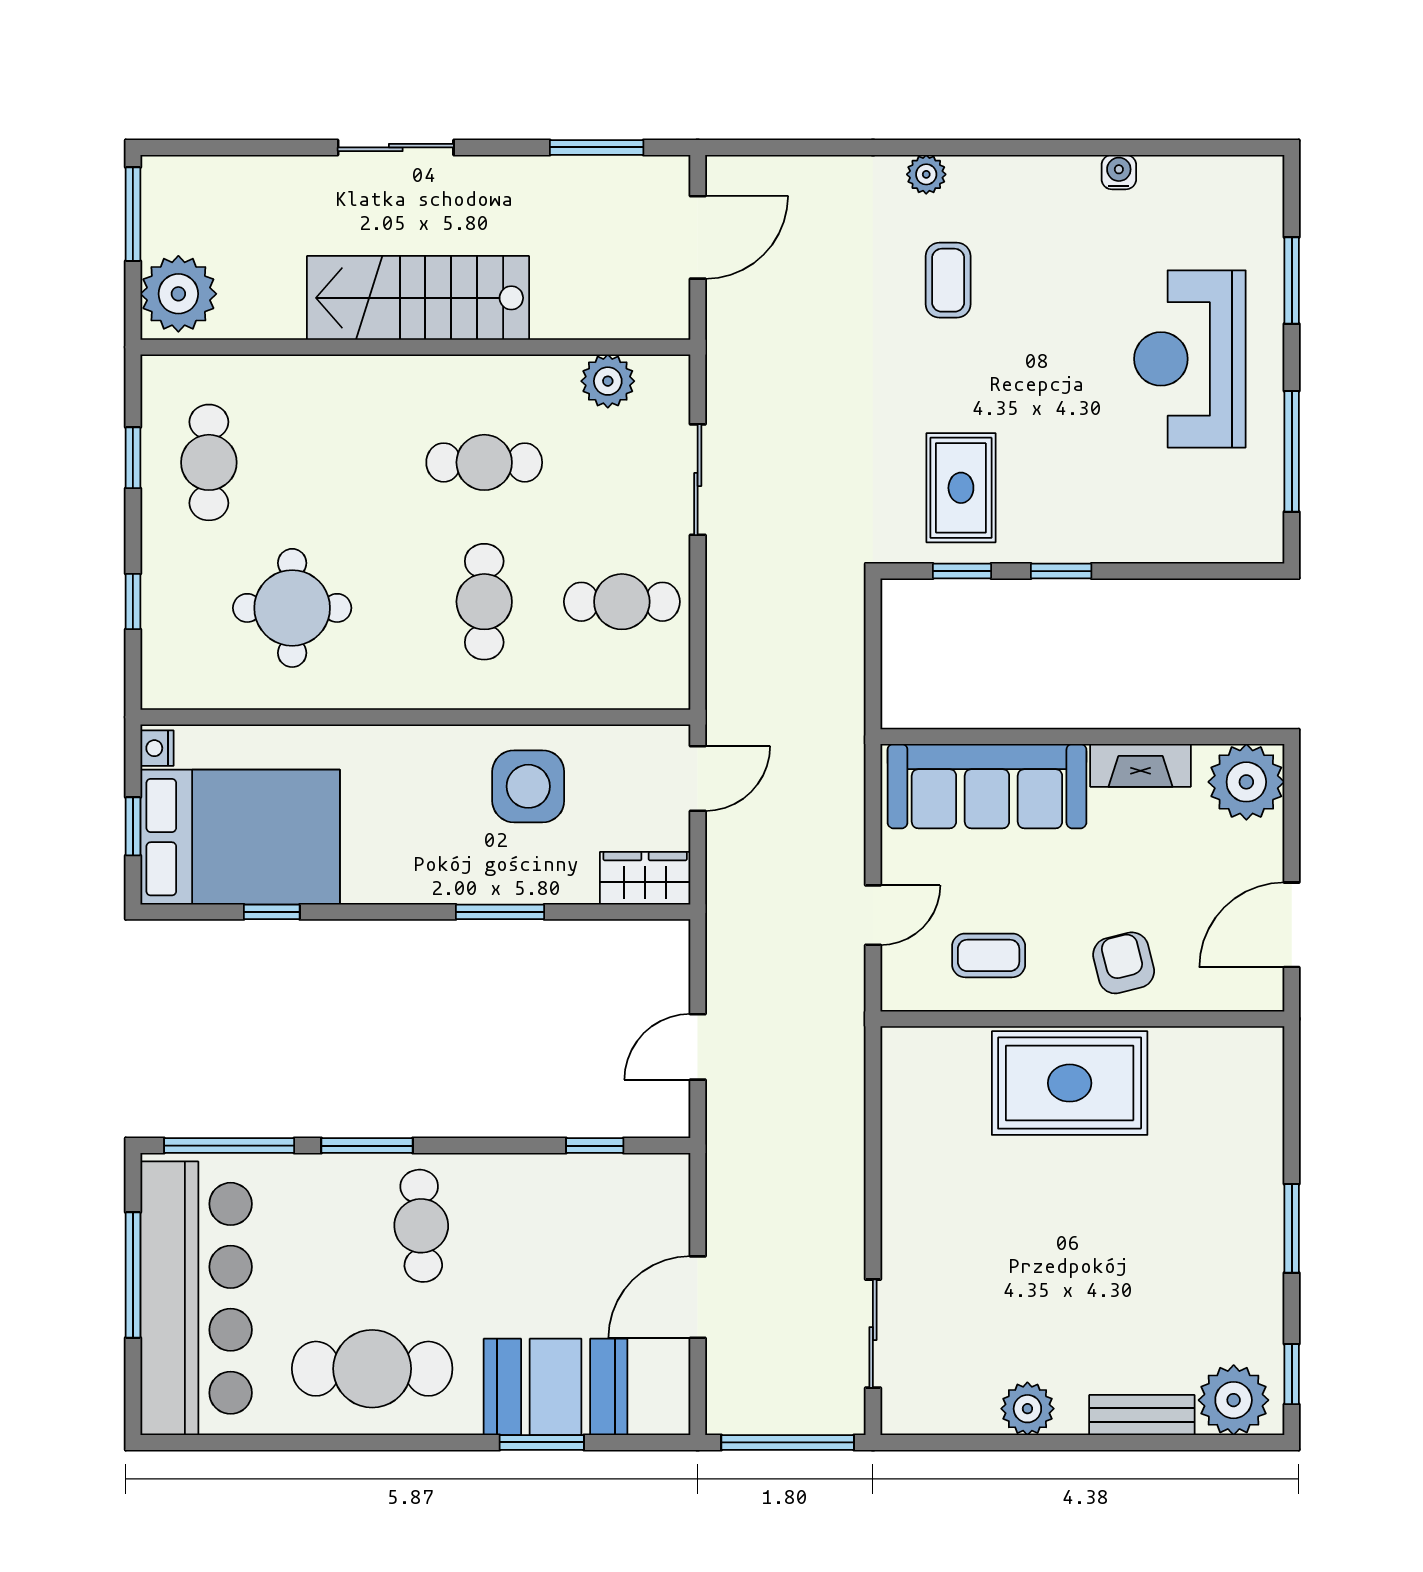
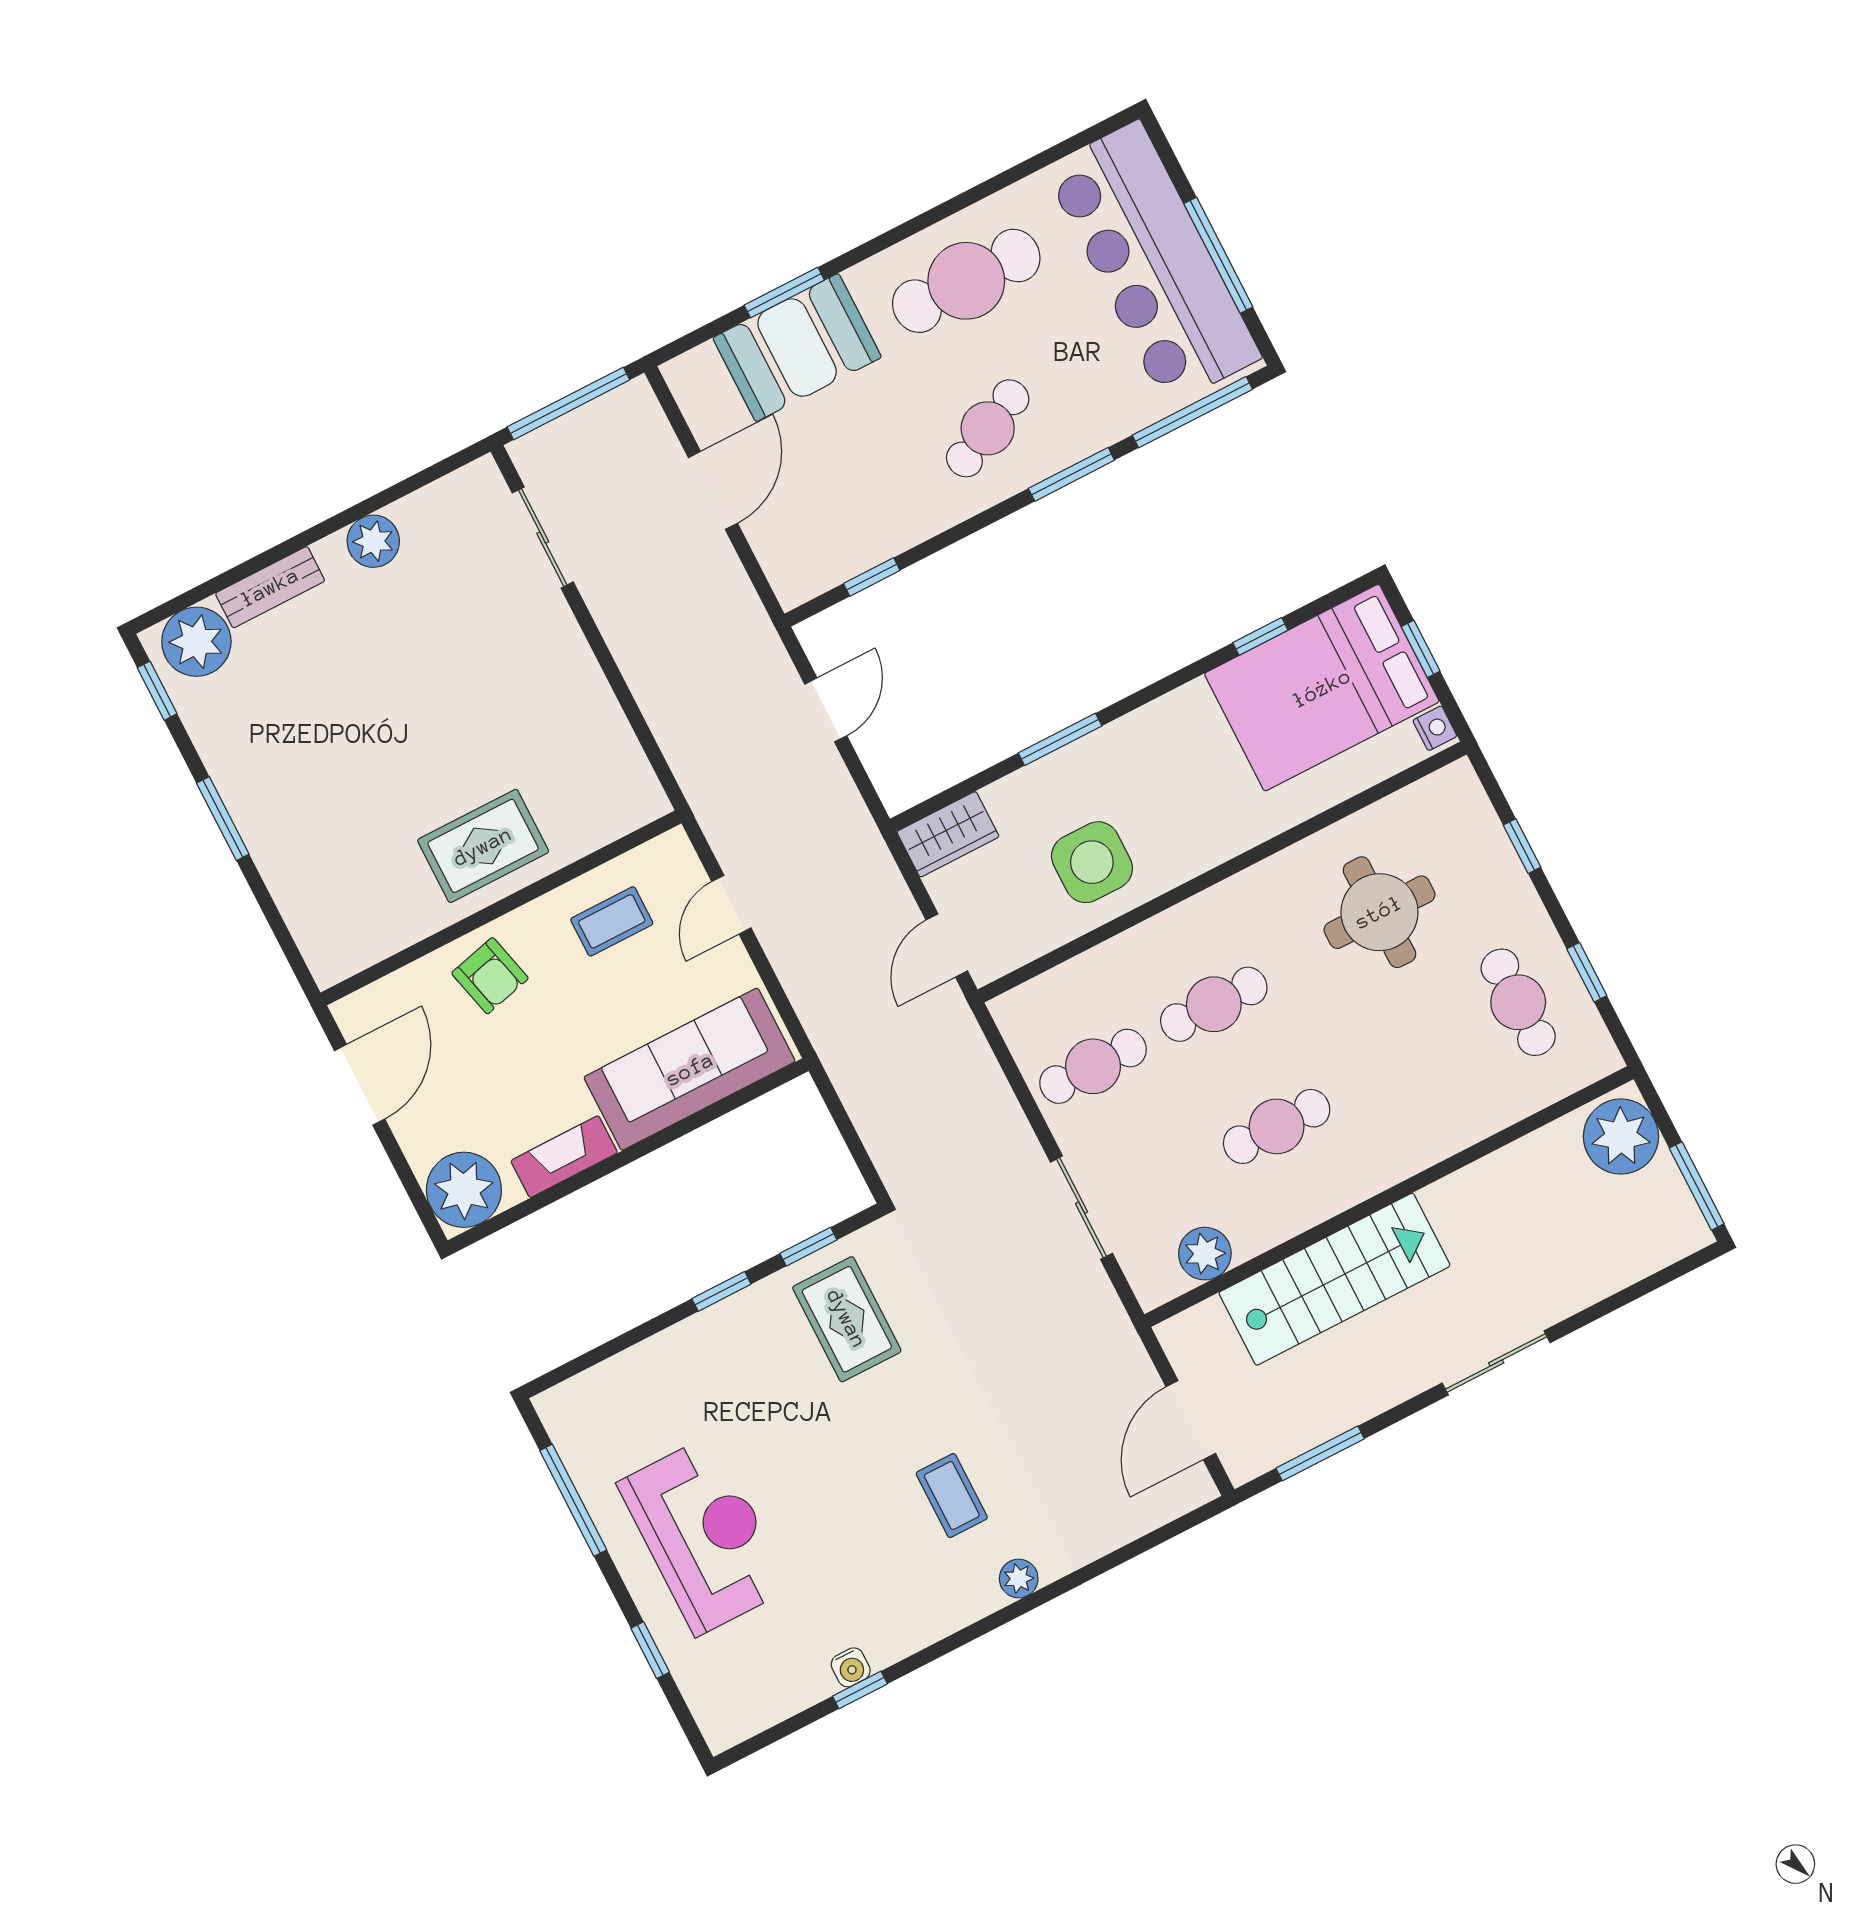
window: (1121, 147) -> (860, 1690), added
window: (1292, 281) -> (650, 1650), width x0.67
stairs: (418, 298) -> (1334, 1279), moved
cafe table: (484, 602) -> (1214, 1004), turned 90
rug: (1070, 1083) -> (483, 846), width x0.73, depth x0.70
cafe table: (421, 1226) -> (988, 428), turned 67

